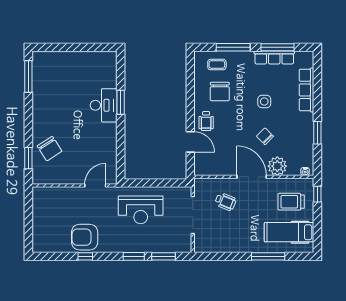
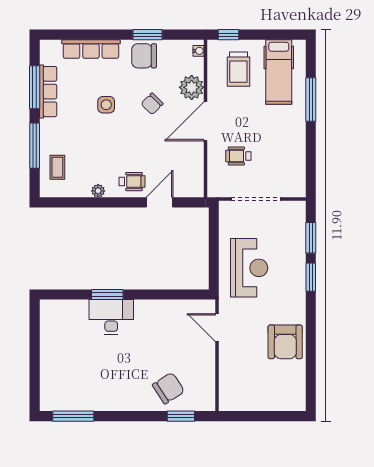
chair: (220, 91) -> (144, 56), moved, turned 180
plant: (199, 95) -> (98, 191), added
wheelchair: (225, 202) -> (238, 156), turned -112
window: (85, 256) -> (311, 341), removed

